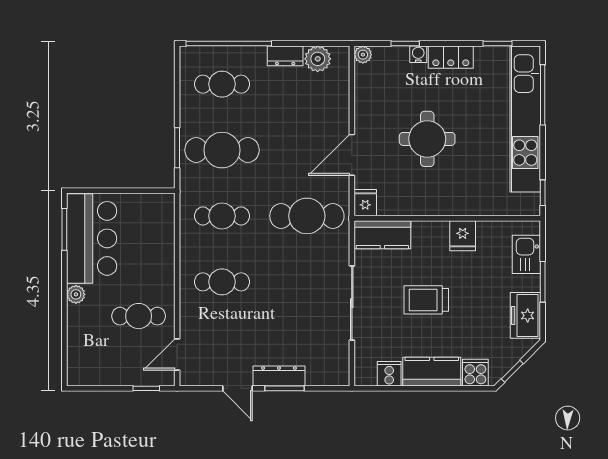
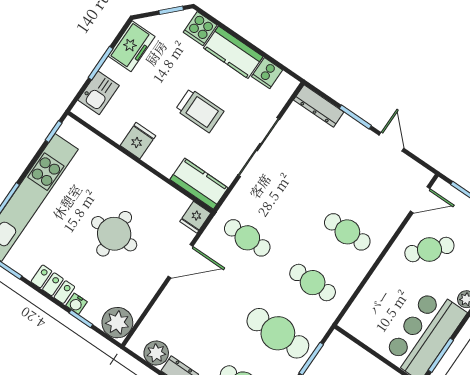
plant: (363, 55) -> (117, 323), width x1.88, depth x1.88
cafe table: (307, 216) -> (247, 238), width x0.73, depth x0.74
cafe table: (139, 316) -> (429, 250), turned -48
dresser: (279, 376) -> (319, 106), moved

